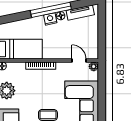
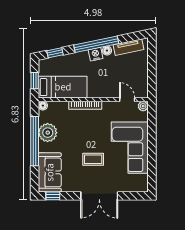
window: (13, 18) -> (55, 53), added

